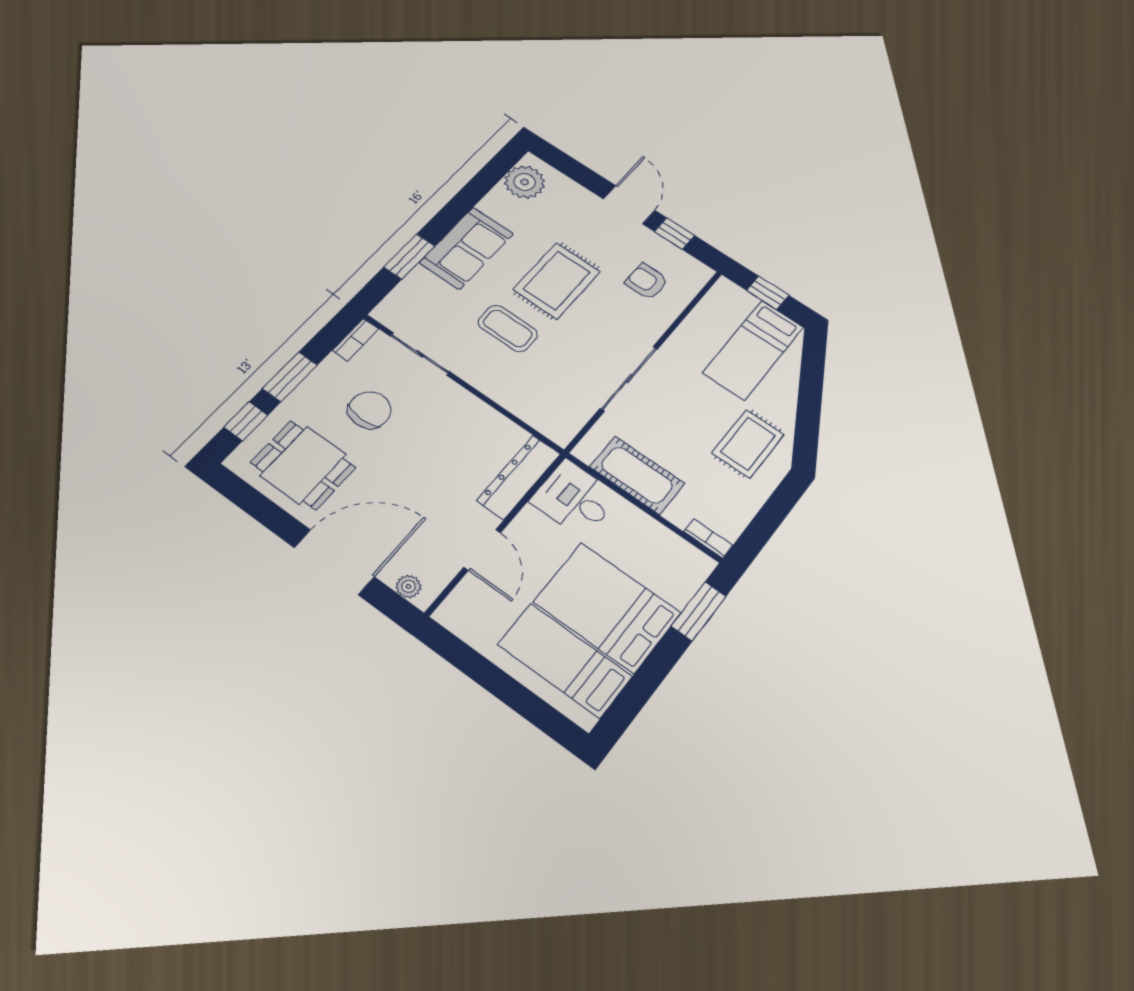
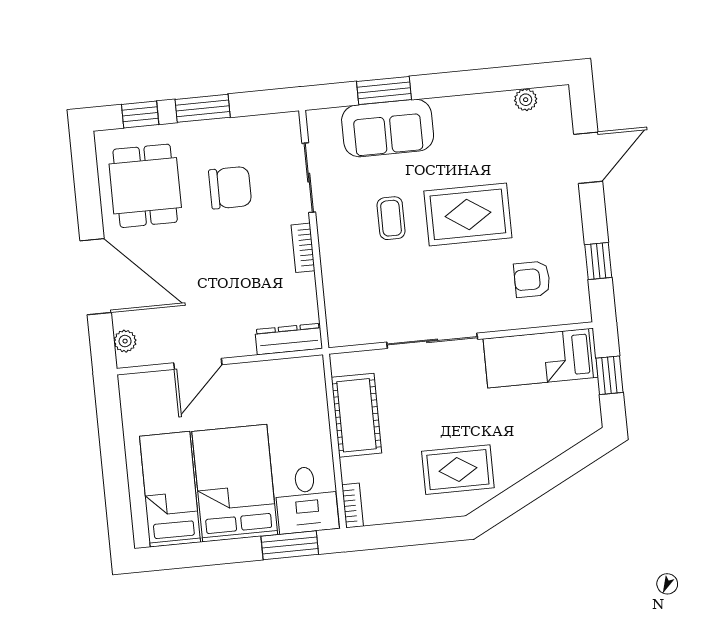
plant: (525, 182) -> (526, 100), width x0.53, depth x0.53
door: (629, 205) -> (588, 158), moved
sofa: (466, 248) -> (388, 128), moved
armchair: (647, 282) -> (532, 279), turned -90
coffee table: (508, 328) -> (391, 218), width x0.73, depth x0.77
bookcase: (355, 340) -> (303, 248), moved, turned 90
bed: (753, 350) -> (541, 358), moved
dresser: (519, 477) -> (289, 339), width x0.73, depth x0.80
desk: (575, 499) -> (306, 500), moved, turned 180

